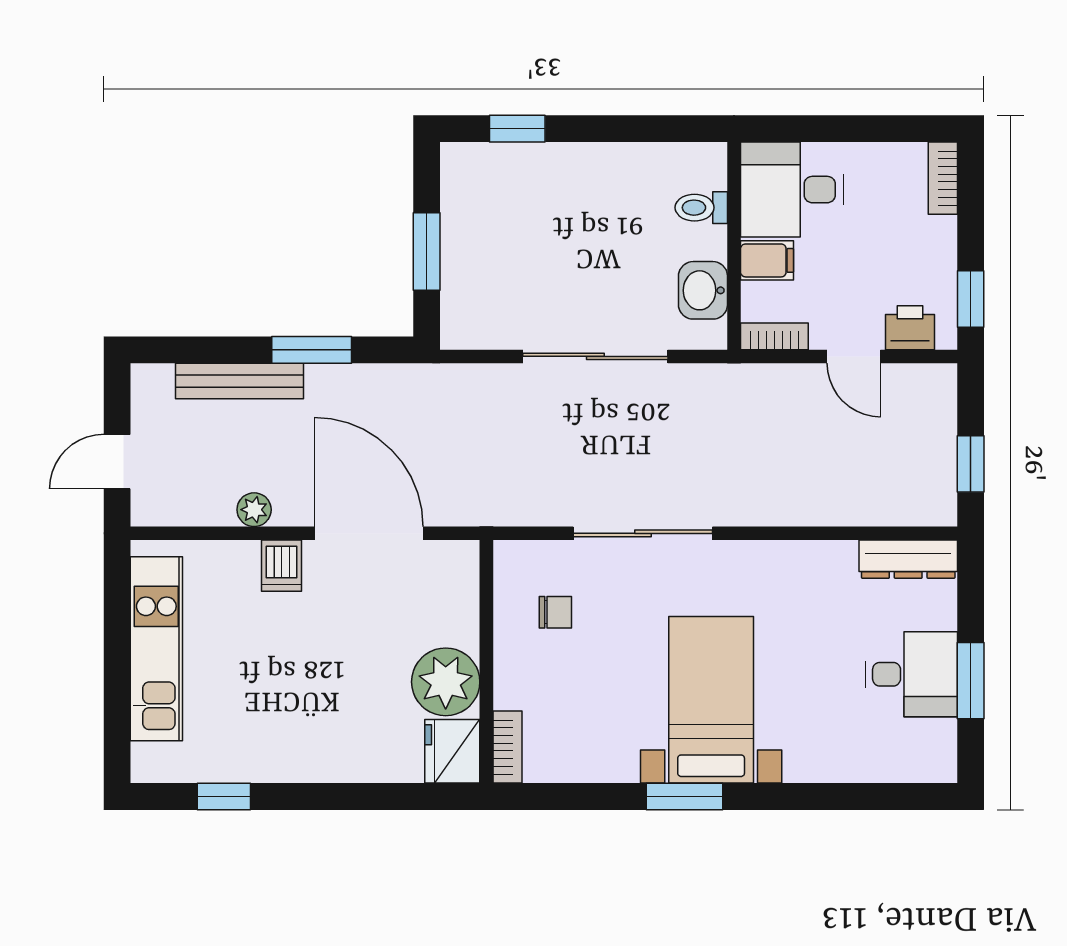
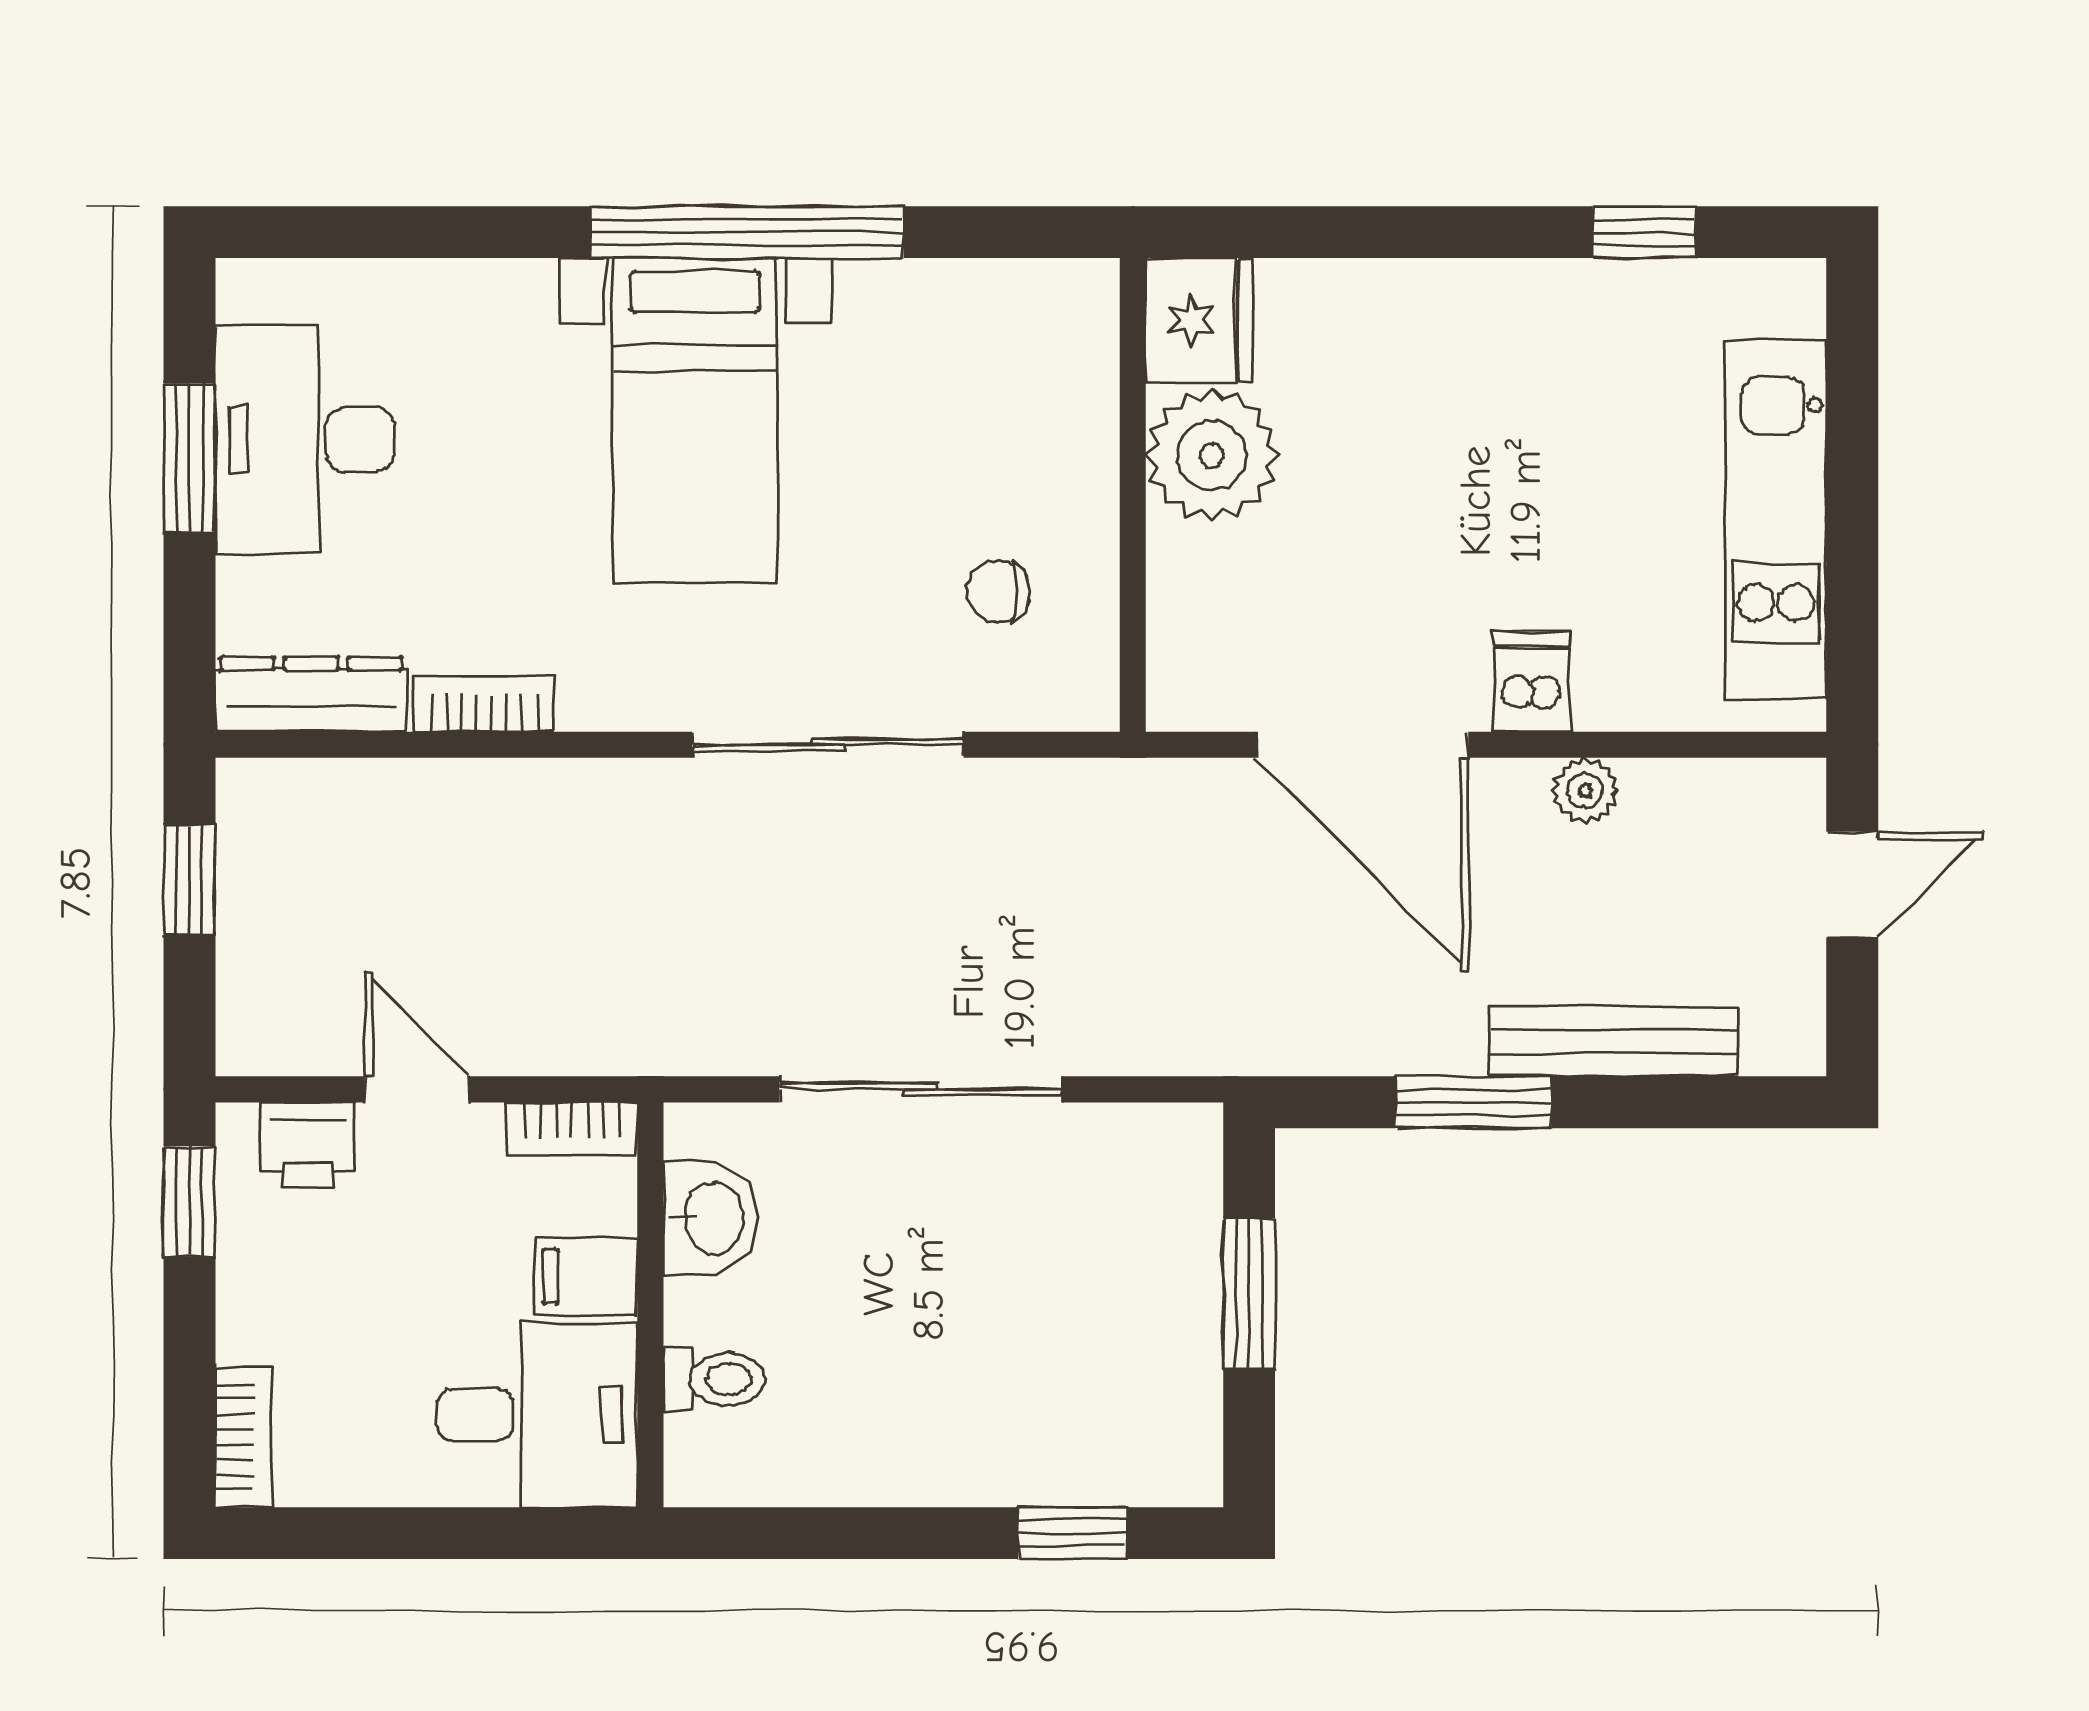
desk: (911, 674) -> (305, 439), width x1.37
bookcase: (507, 747) -> (484, 704), moved, turned 90
window: (685, 796) -> (747, 232), width x2.11

